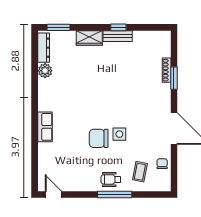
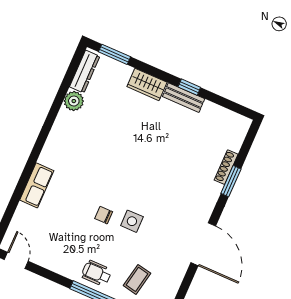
row of seats: (45, 127) -> (37, 185), moved
chair: (99, 138) -> (104, 215), width x0.54, depth x0.54
chair: (162, 164) -> (169, 282), removed

